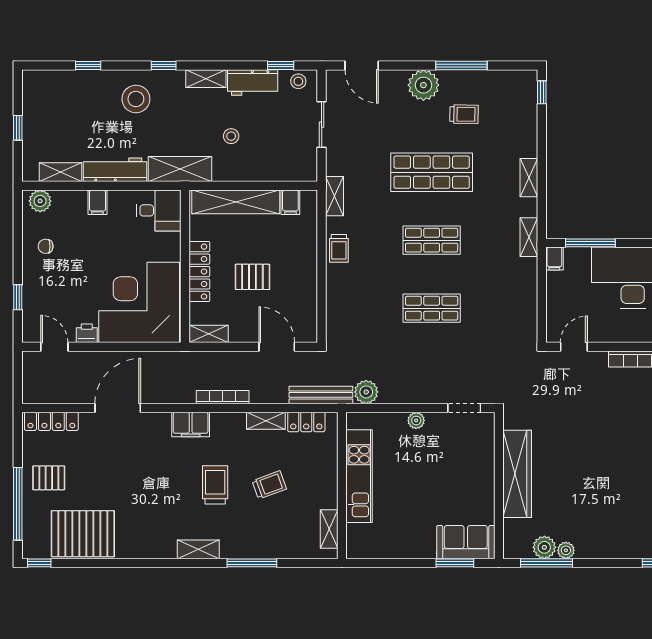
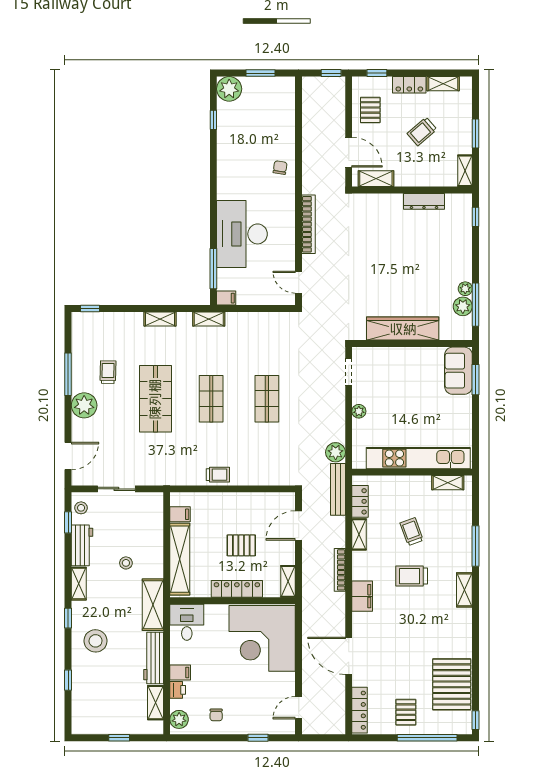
shelving: (334, 196) -> (175, 478), removed
pallet: (252, 277) -> (241, 545), turned 90
printer: (87, 333) -> (178, 690), moved, turned 180
kitchen unit: (359, 476) -> (418, 458), width x1.36

